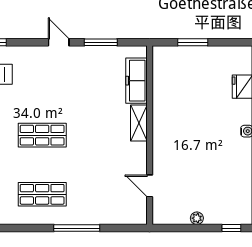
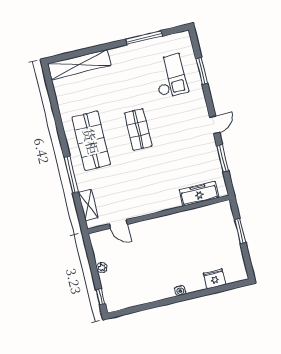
shelving: (139, 123) -> (88, 205), moved, turned 90
door: (150, 186) -> (118, 224), swing flipped
shop shelf: (42, 194) -> (91, 141), width x1.43, depth x1.36

